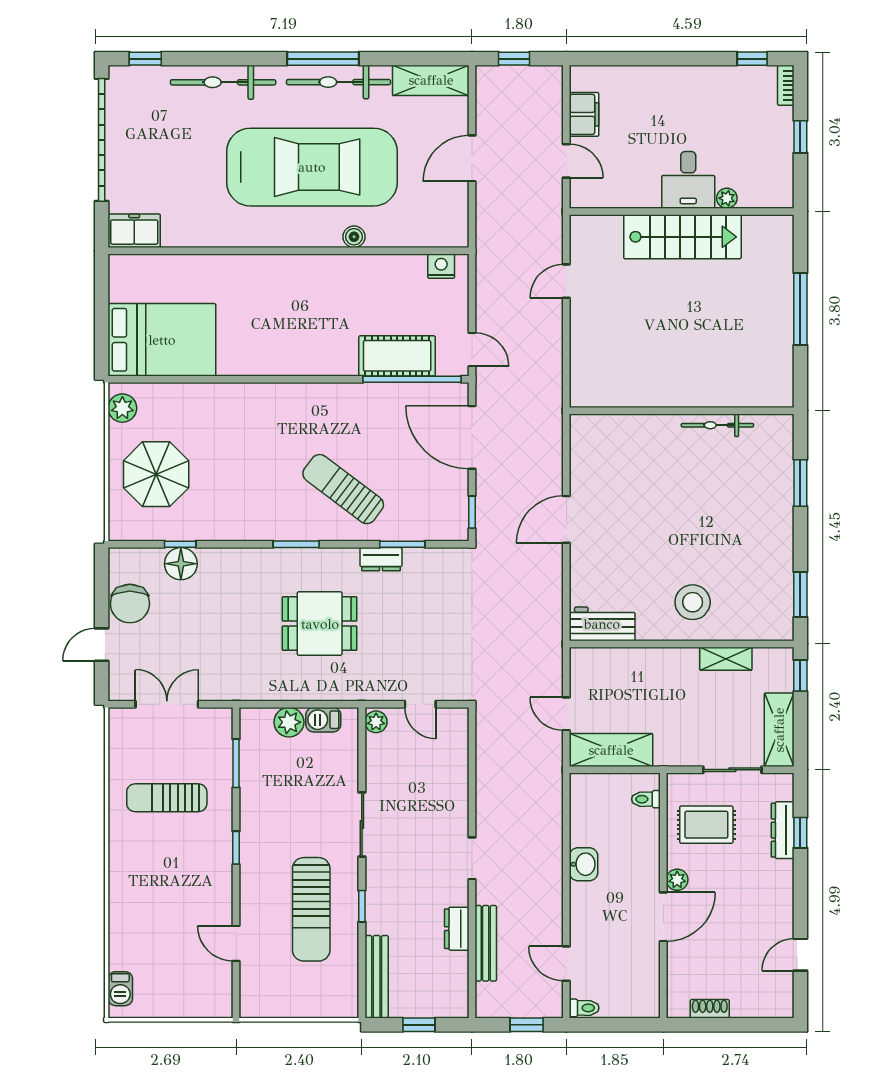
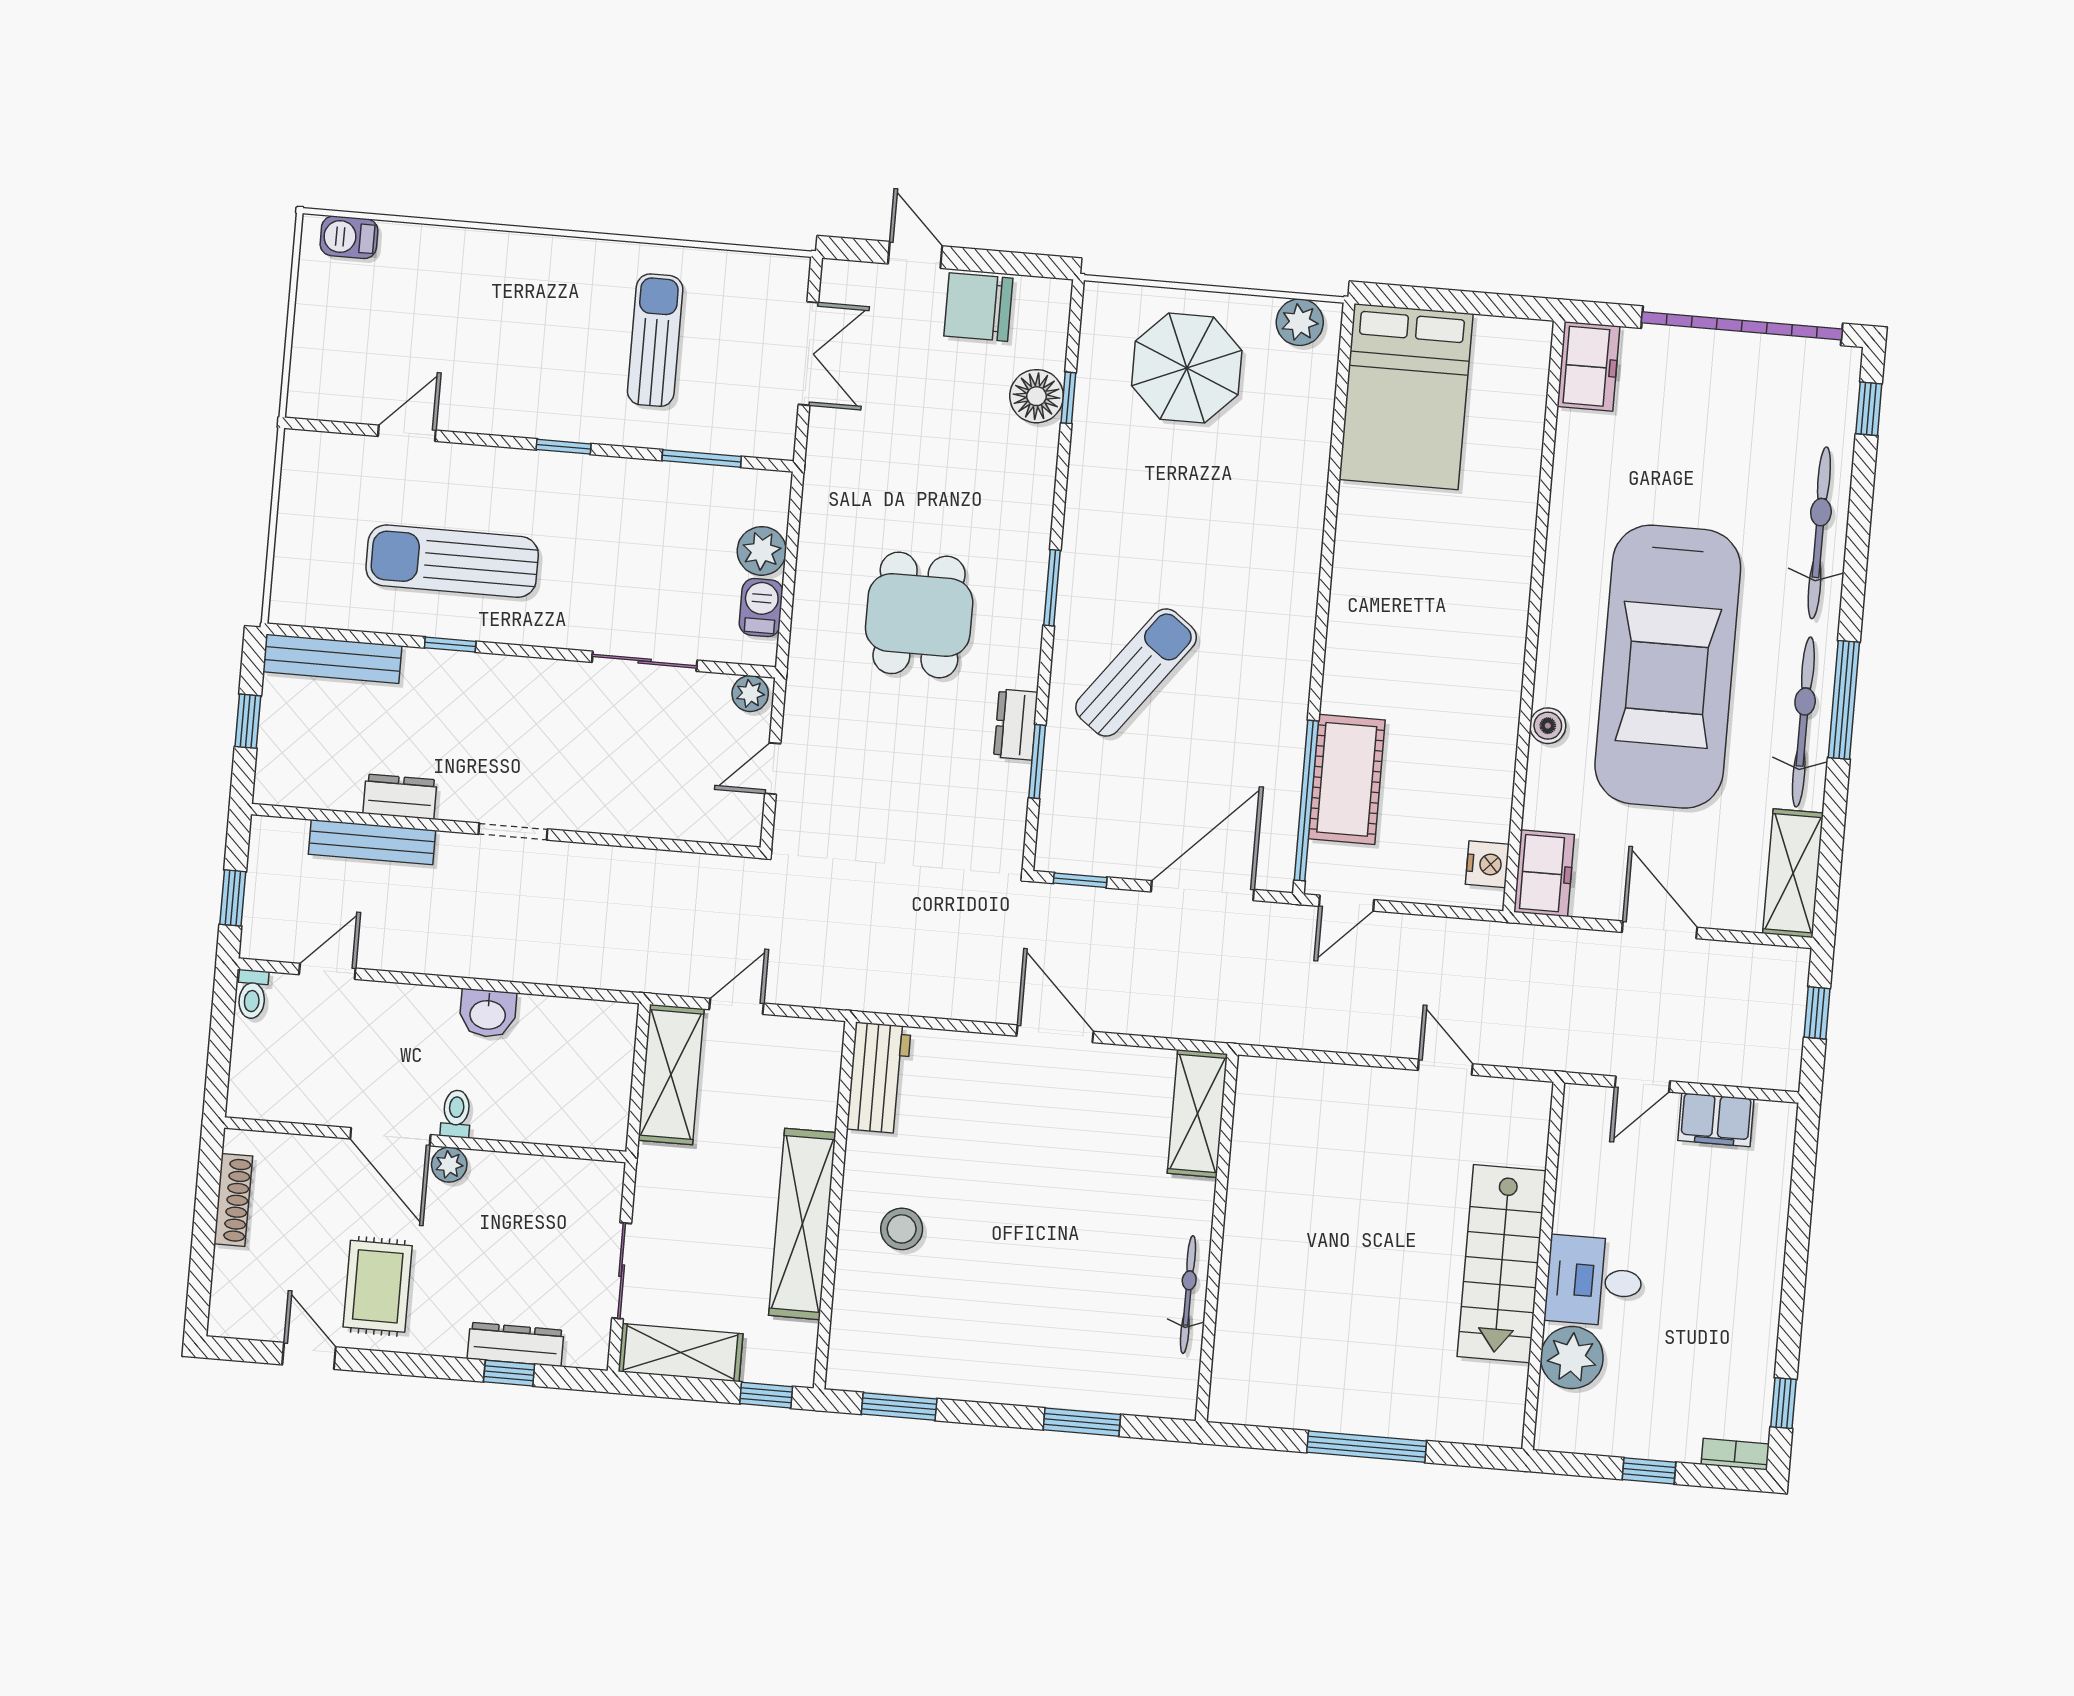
plant: (727, 198) -> (1572, 1358), width x1.88, depth x1.88
freezer: (444, 231) -> (1544, 873), added
shelving: (607, 429) -> (1197, 1114), added
stool: (693, 602) -> (902, 1229), width x0.73, depth x0.73
shelving: (726, 659) -> (802, 1224), width x2.20, depth x1.33
toilet: (646, 799) -> (456, 1114), moved
sliding door: (362, 825) -> (645, 661), moved
rug: (706, 825) -> (378, 1286), moved
shoe rack: (710, 1009) -> (233, 1200), width x1.43

